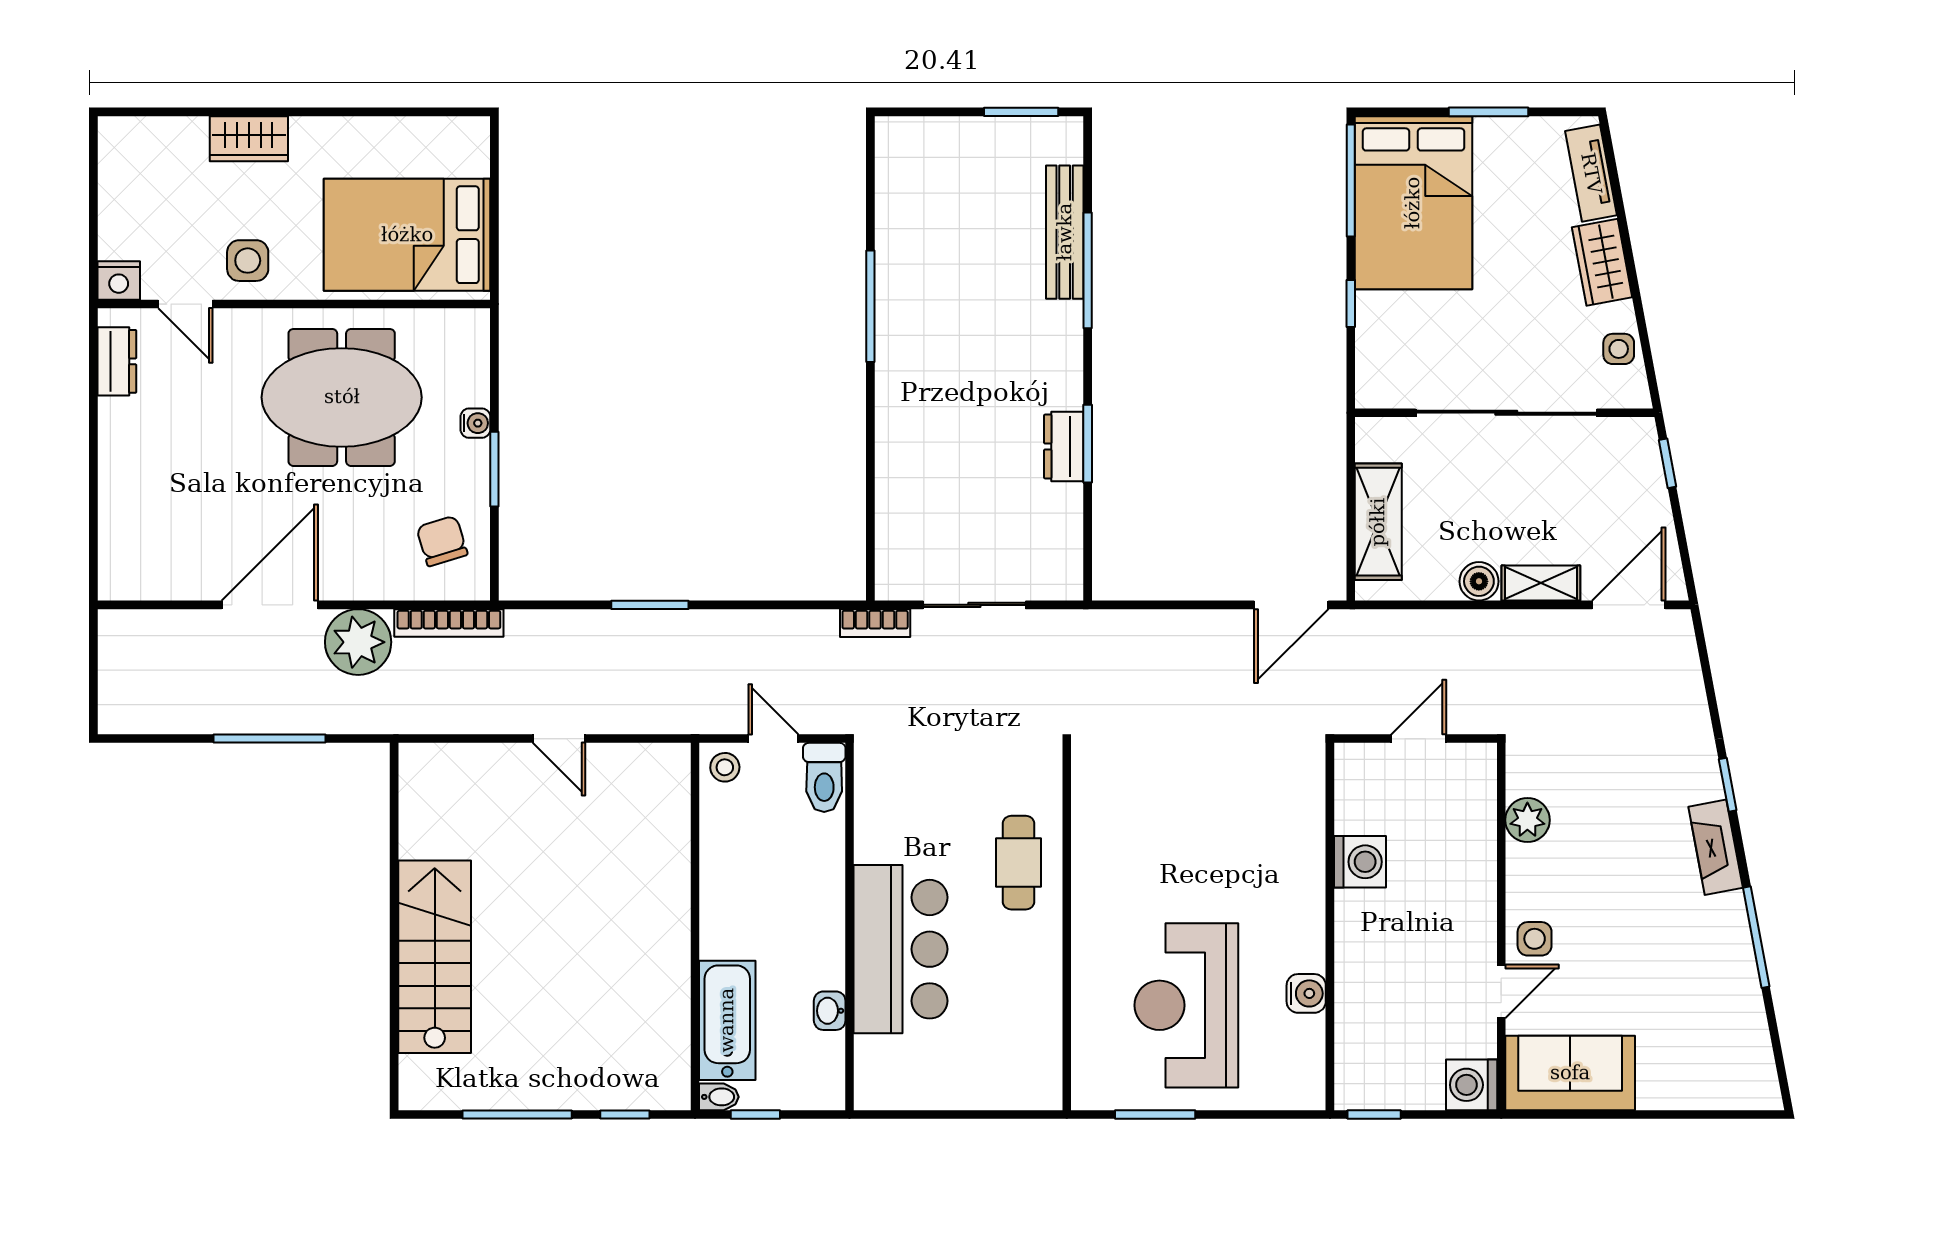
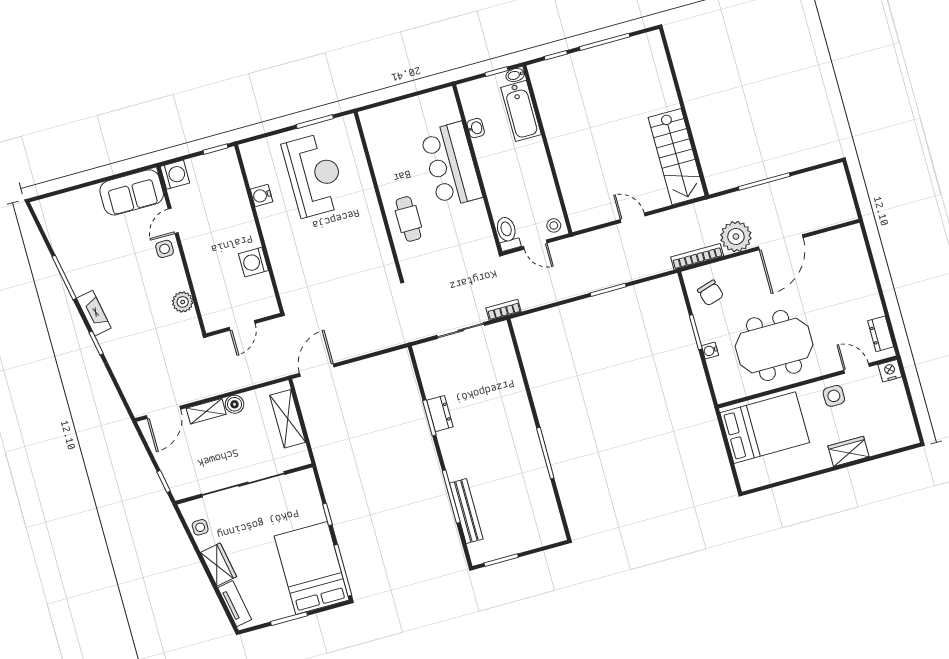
stairs: (435, 957) -> (677, 157), moved

